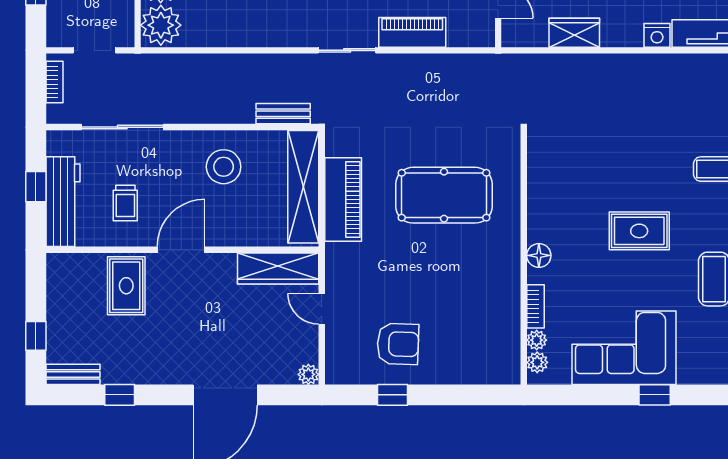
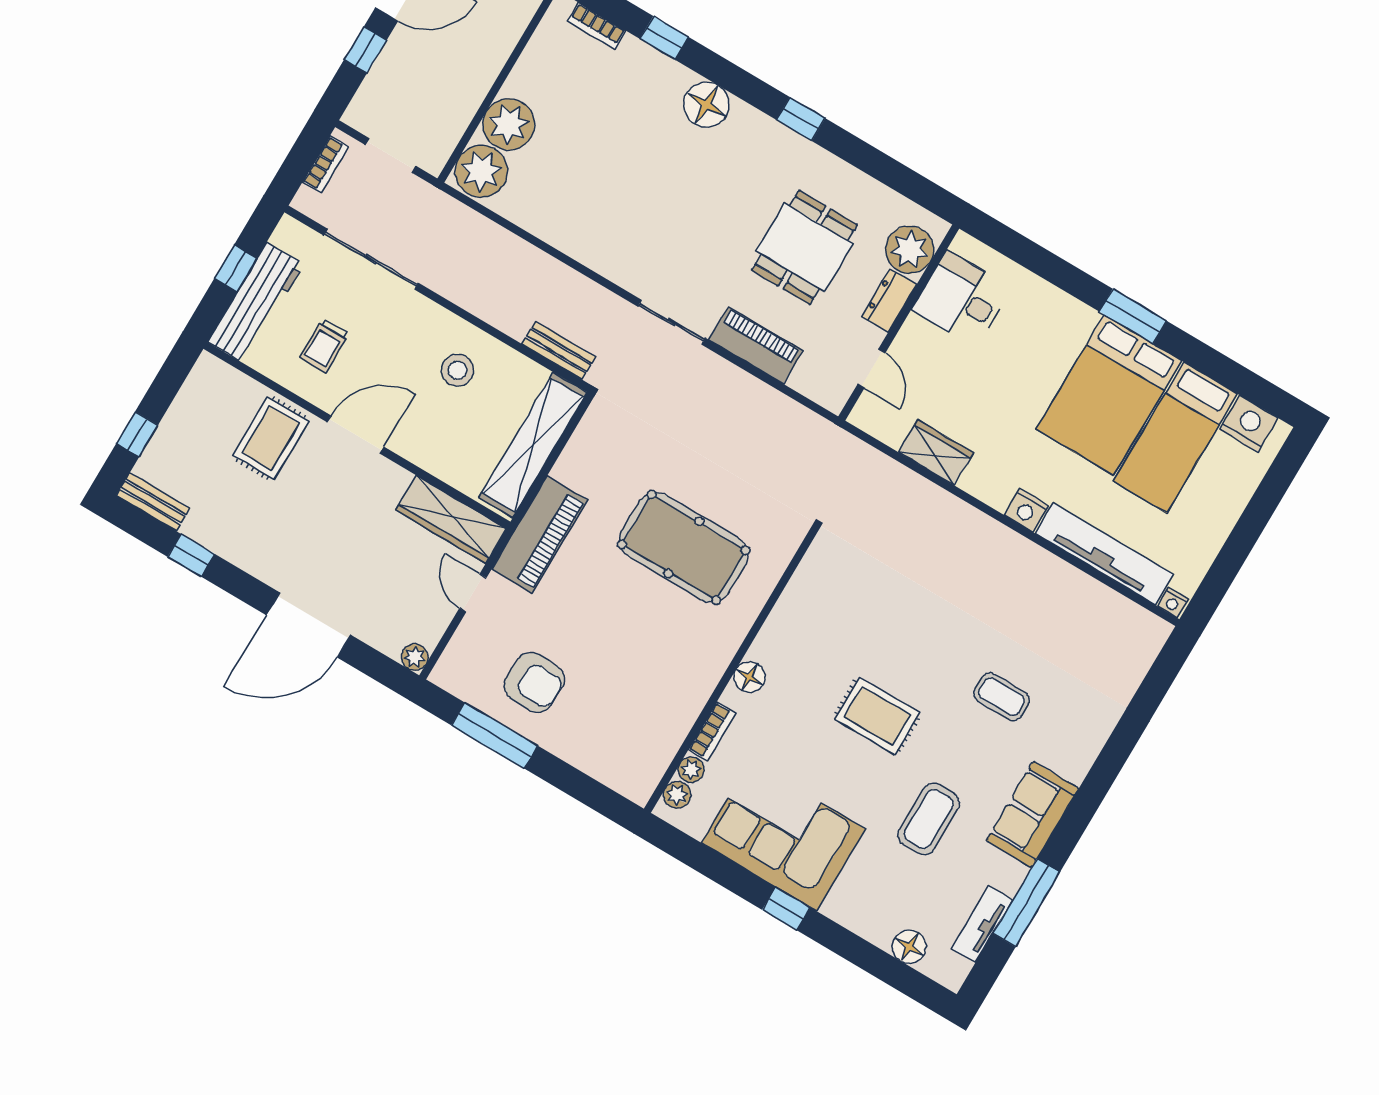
stool: (224, 167) -> (457, 370), width x0.73, depth x0.73
piano: (343, 199) -> (540, 535), moved
window: (392, 395) -> (495, 735), width x2.17

